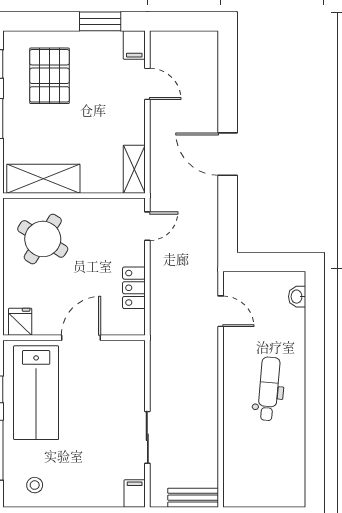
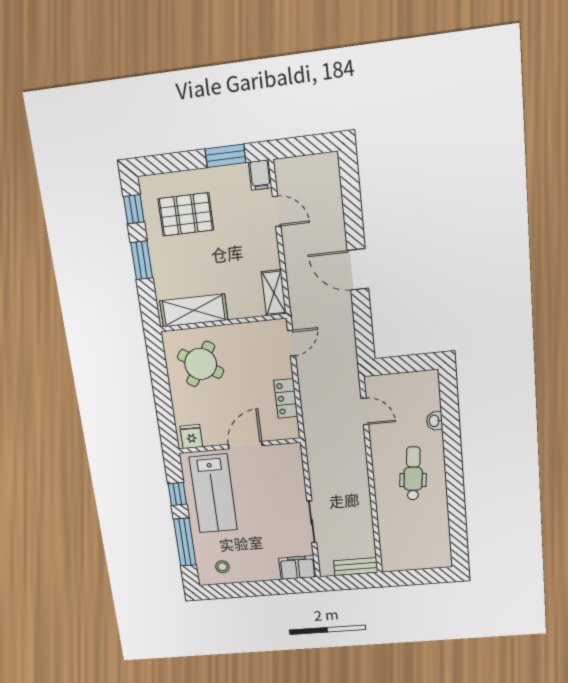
pallet: (49, 76) -> (186, 214), turned 90
washbasin: (297, 297) -> (435, 421), moved
filing cabinet: (135, 493) -> (297, 568), width x2.00

